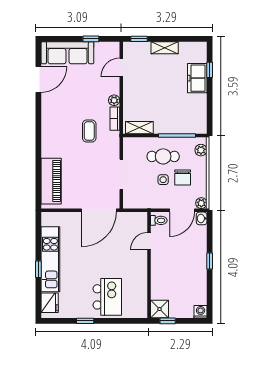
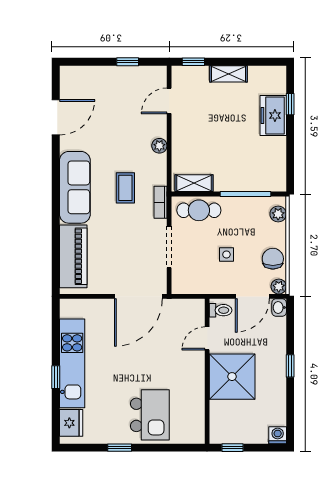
sofa: (67, 53) -> (75, 187), moved, turned -90
bookcase: (115, 119) -> (160, 202), moved
cafe table: (163, 156) -> (199, 210), moved
chair: (183, 177) -> (273, 259), moved, turned 180
shower: (160, 309) -> (232, 377), moved, width x1.86, depth x1.86

